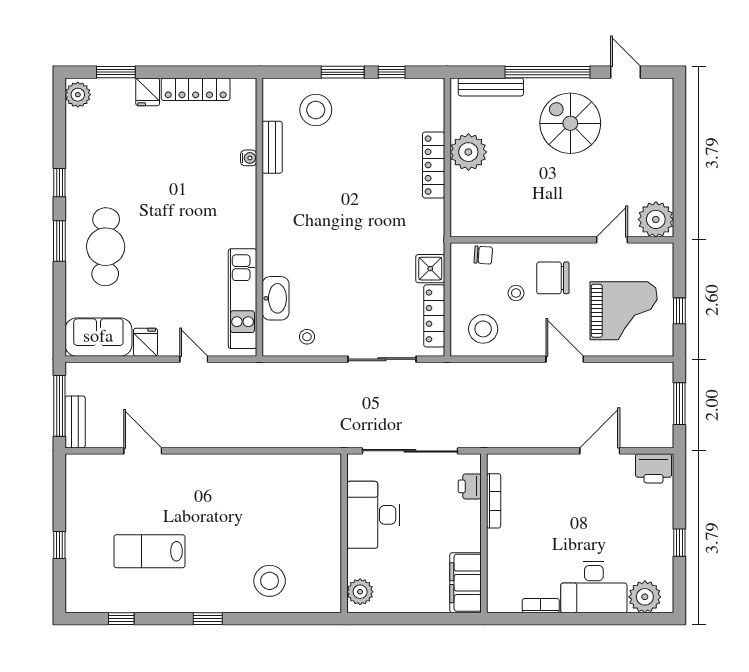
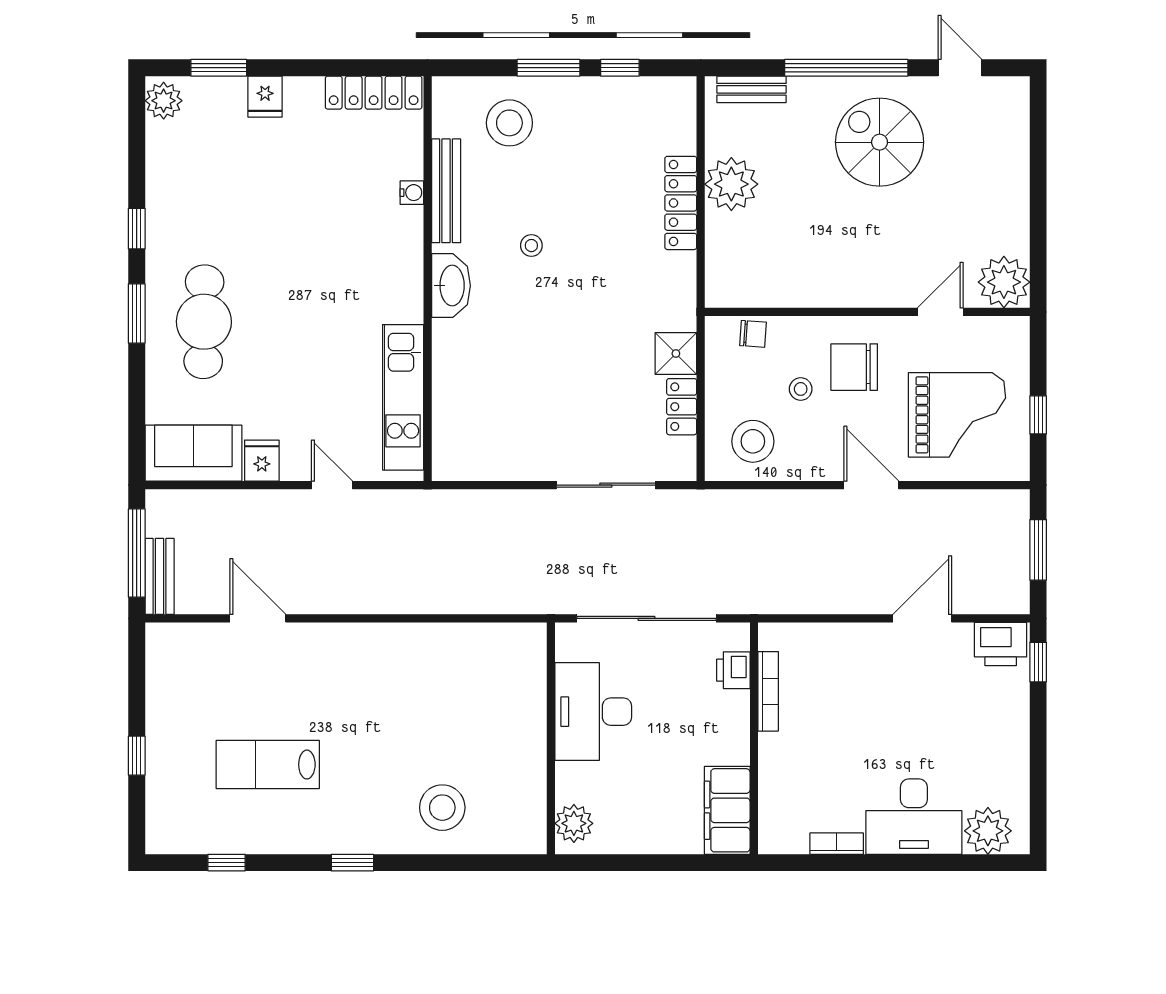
bench: (491, 87) -> (751, 89), width x0.73
locker: (196, 89) -> (374, 93), moved
bench: (272, 147) -> (446, 191), width x1.36
washbasin: (276, 298) -> (451, 286), moved
locker: (434, 316) -> (682, 407), width x0.66
stool: (307, 337) -> (531, 246), moved
window: (679, 543) -> (1038, 662), moved

